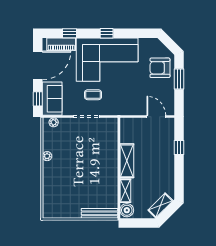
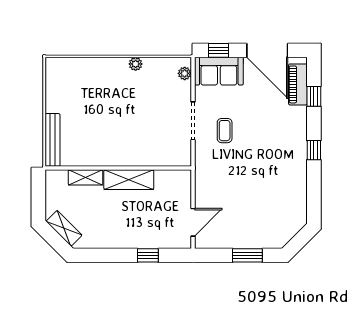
corner sofa: (107, 60) -> (275, 151), removed
armchair: (160, 68) -> (264, 228), removed
boiler: (127, 210) -> (57, 179), removed

